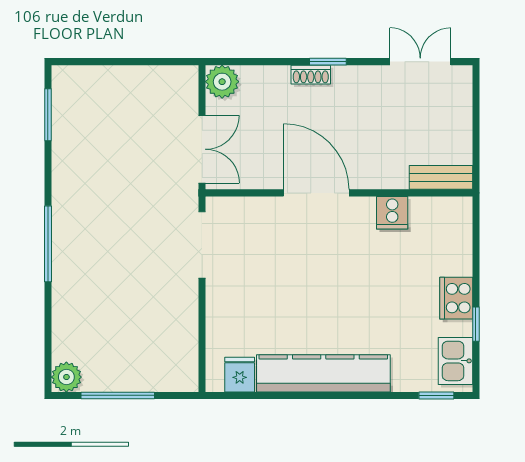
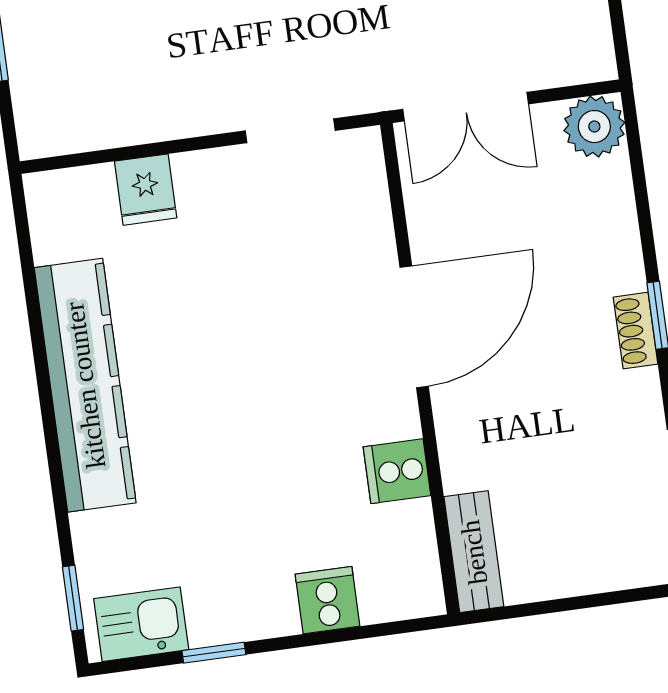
shoe rack: (311, 75) -> (636, 331), moved
doorway: (202, 245) -> (290, 131), width x0.73
cooker: (456, 298) -> (328, 600), moved, width x0.73
fridge: (240, 375) -> (146, 190), moved, turned 90

